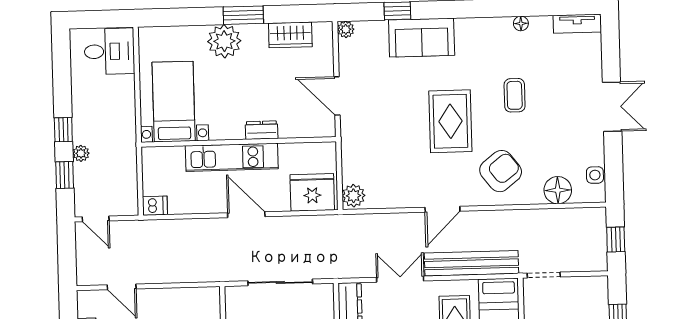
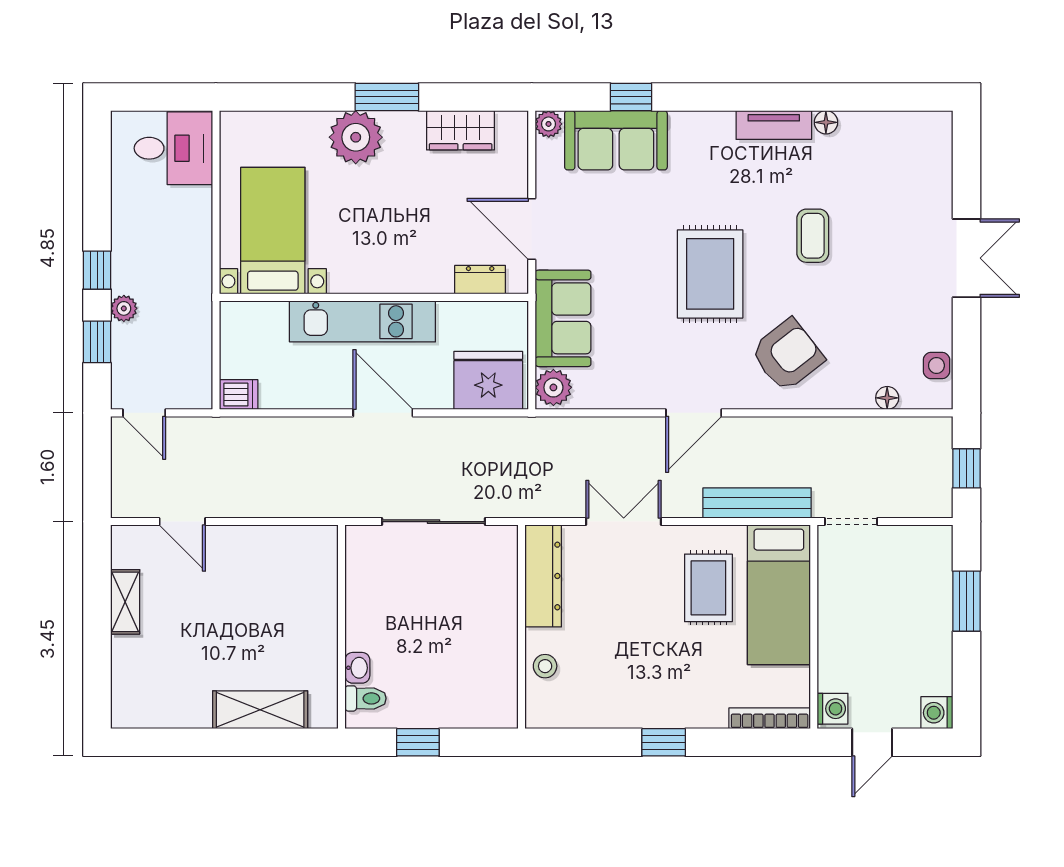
tv unit: (577, 24) -> (774, 125), moved
sofa: (422, 38) -> (616, 140), moved
dresser: (262, 130) -> (480, 280), moved
sofa: (358, 152) -> (563, 318), added
floor lamp: (558, 190) -> (887, 398), width x0.53, depth x0.53
bench: (471, 263) -> (757, 503), width x0.73, depth x0.82

